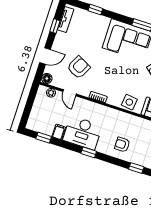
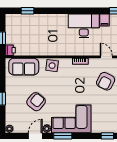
armchair: (122, 145) -> (46, 27), removed
window: (89, 152) -> (73, 11), removed

